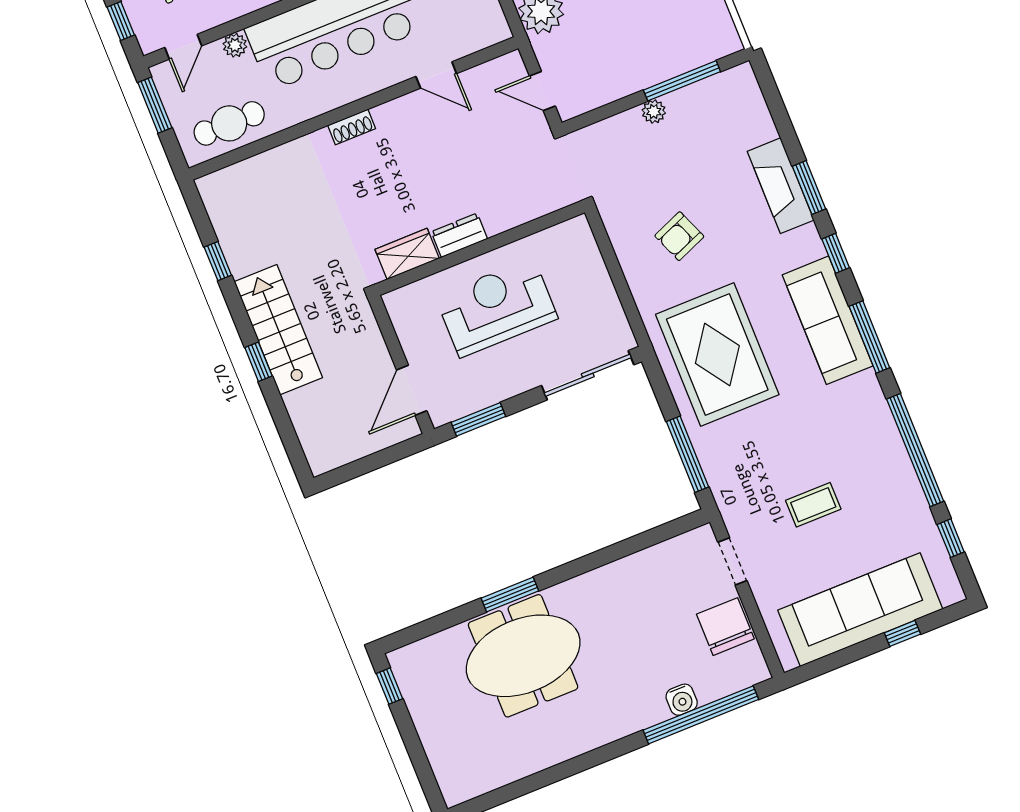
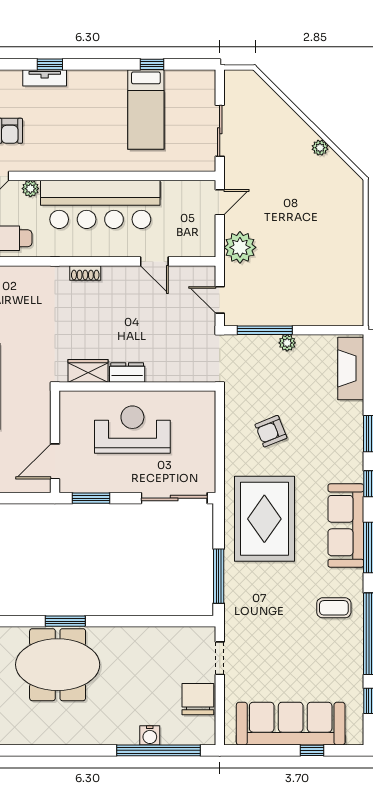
window: (682, 81) -> (265, 330), moved
fireplace: (781, 186) -> (351, 368), moved
coffee table: (813, 505) -> (334, 608), moved

